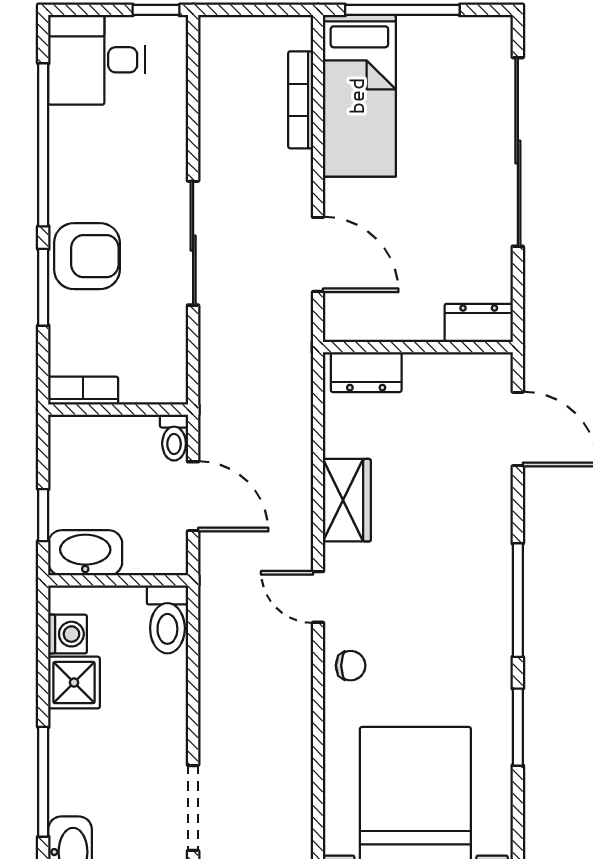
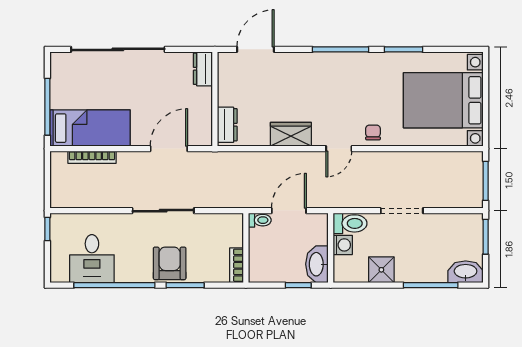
desk: (97, 60) -> (92, 259), moved
washing machine: (68, 634) -> (343, 245), moved, turned 90
doorway: (193, 808) -> (402, 211), moved

